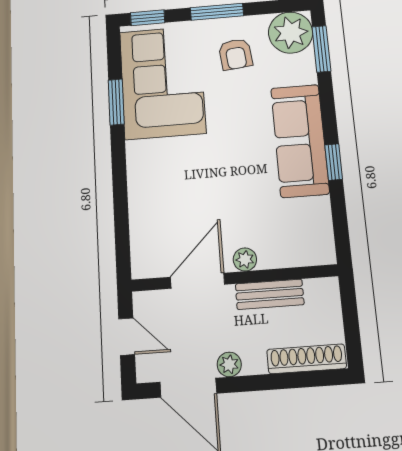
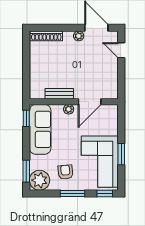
plant: (245, 259) -> (69, 109), moved
wall: (234, 278) -> (74, 102), moved
door: (197, 281) -> (90, 102), moved
bench: (270, 294) -> (59, 94), moved

